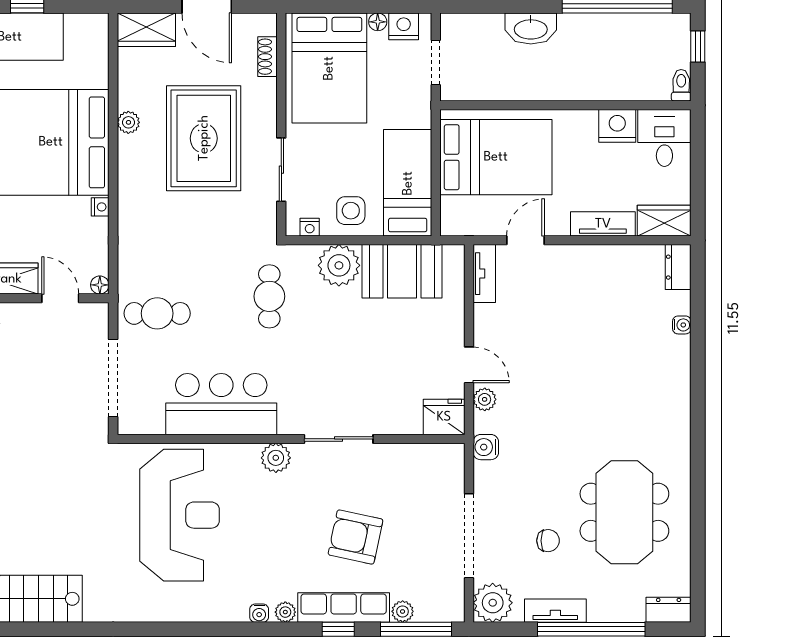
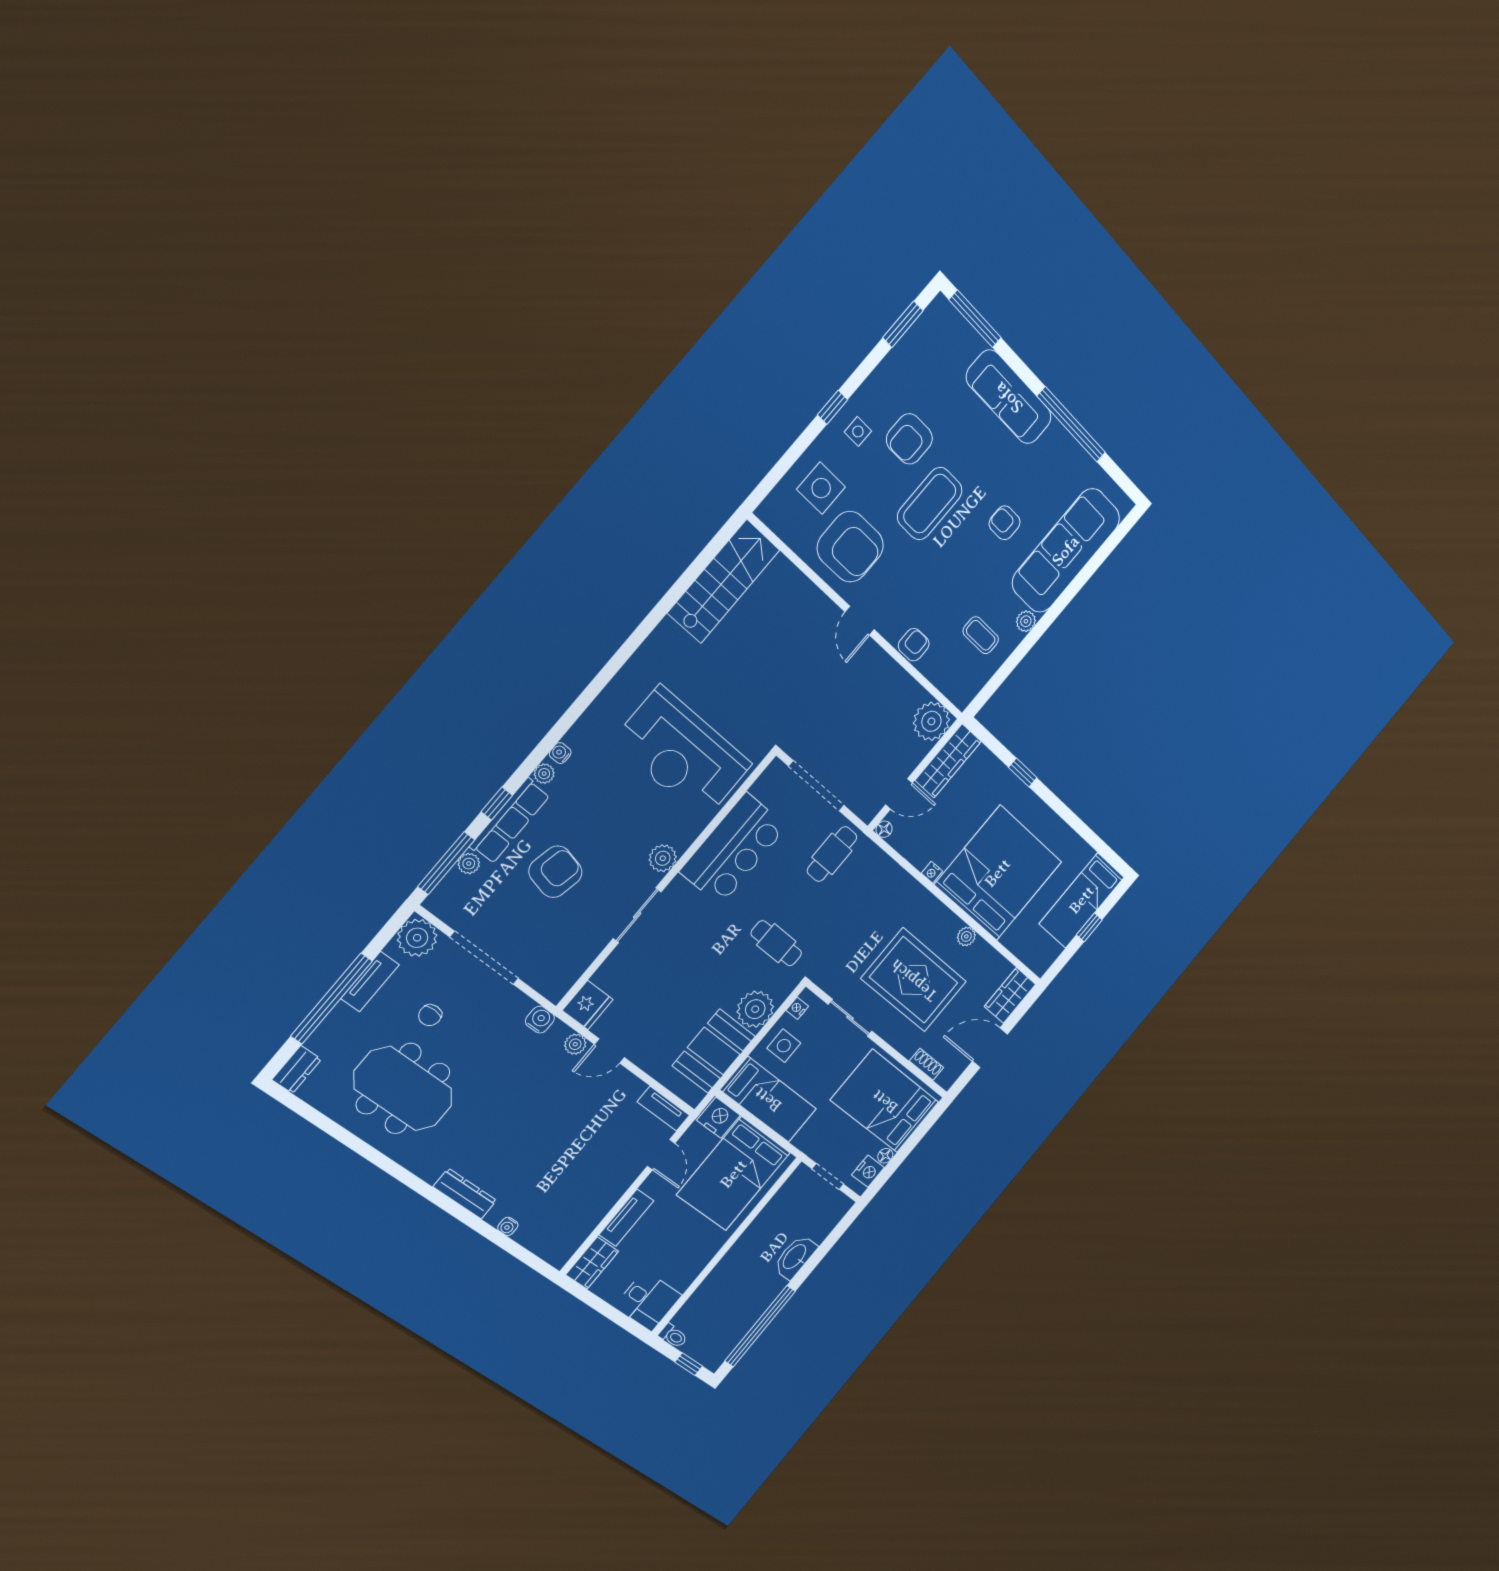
nightstand: (617, 126) -> (718, 1118), moved, turned -90
dresser: (678, 267) -> (465, 1194), moved, width x1.44

